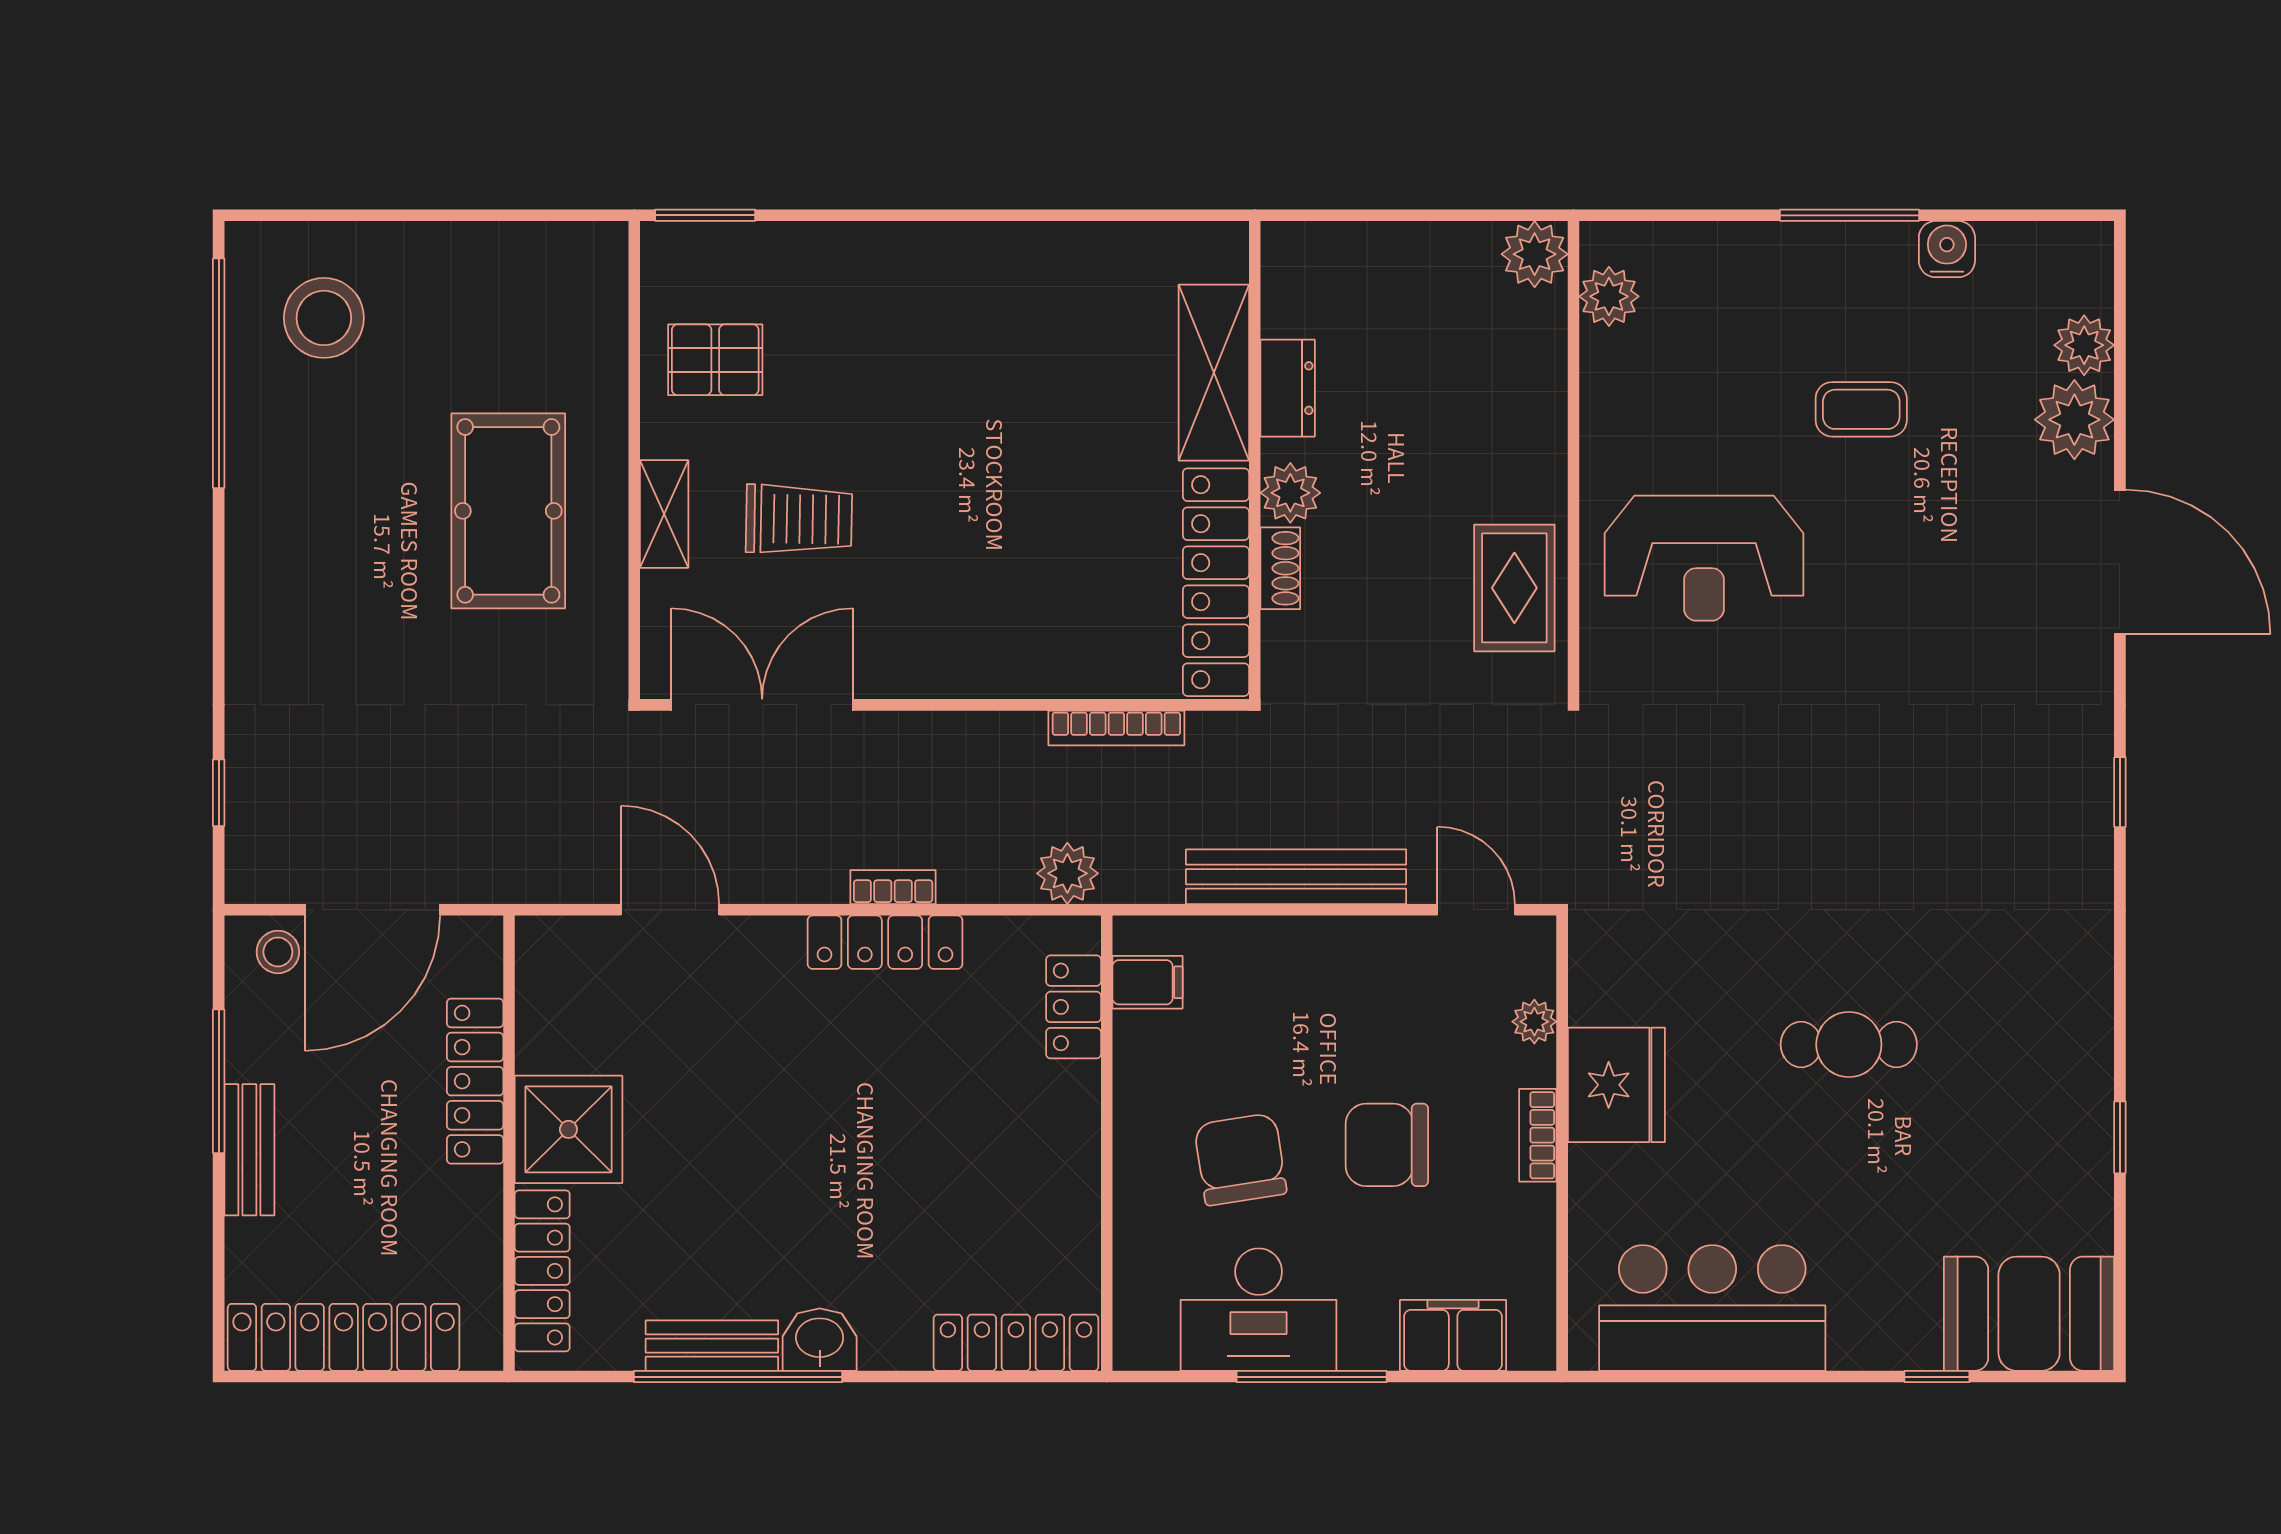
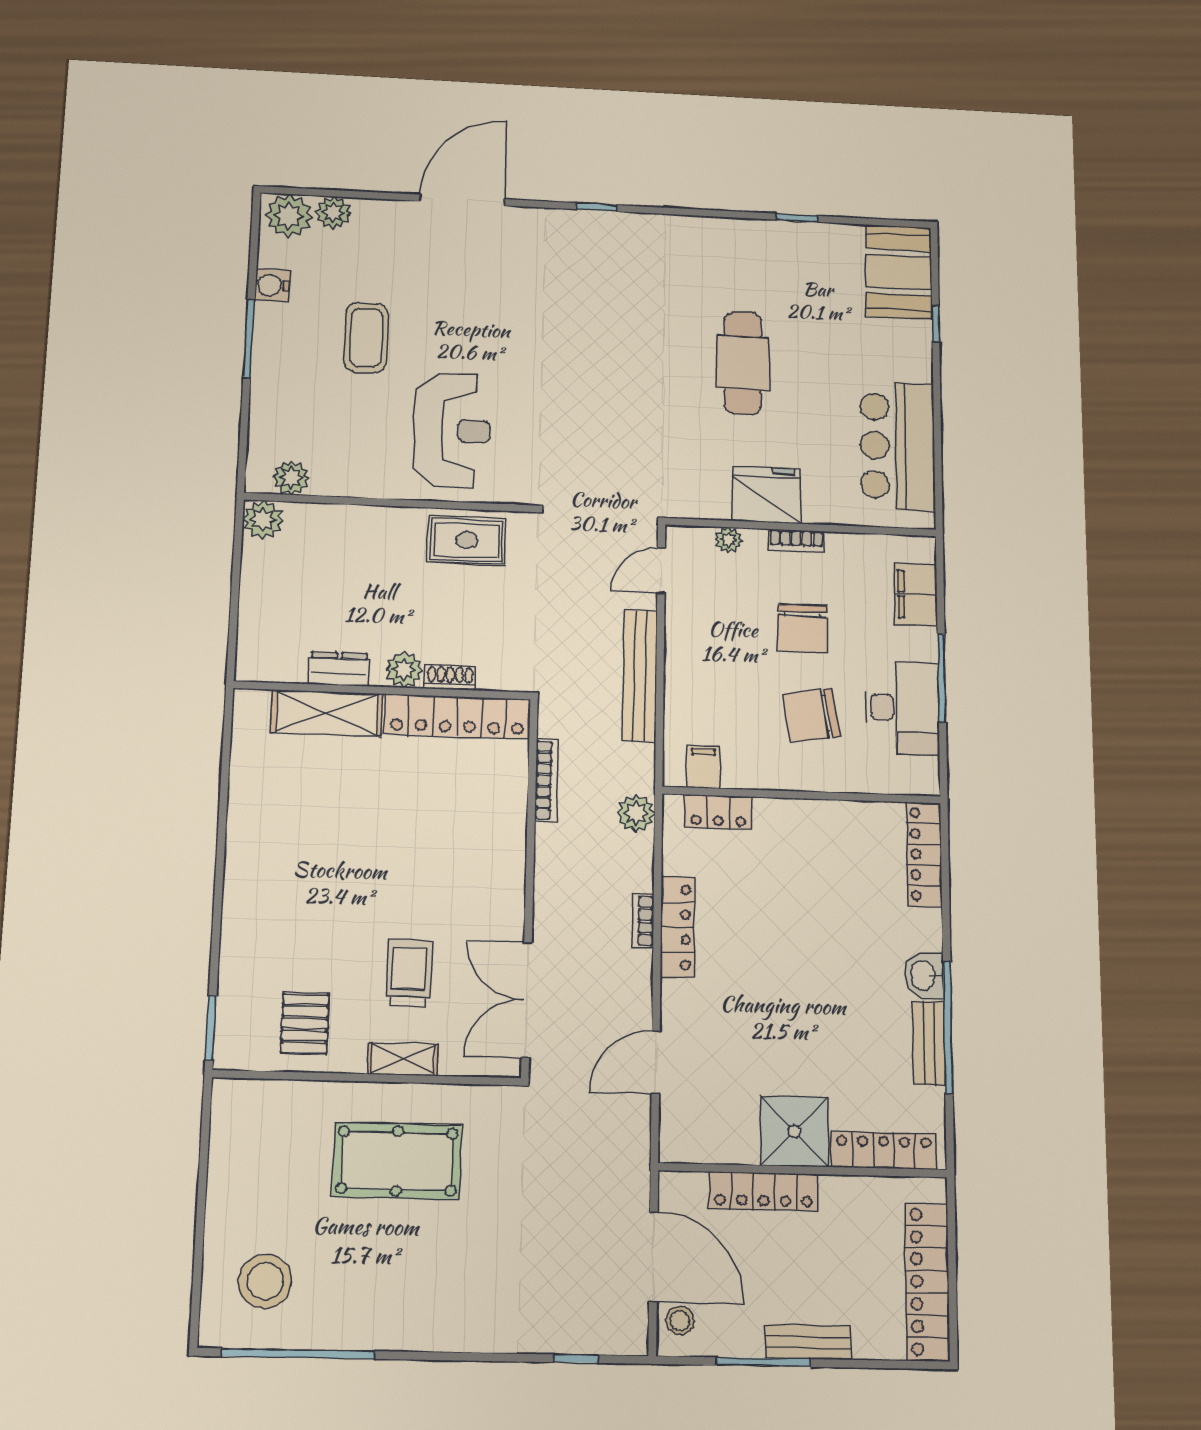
coffee table: (1861, 409) -> (366, 338), width x1.36, depth x1.30
plant: (2074, 420) -> (289, 216), moved
cafe table: (1849, 1045) -> (743, 363), width x1.37, depth x1.35

